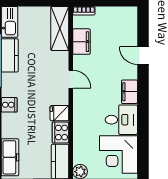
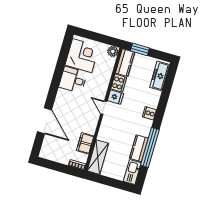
door: (143, 56) -> (44, 121), width x1.87
door: (71, 79) -> (104, 108), moved
filing cabinet: (129, 92) -> (61, 98), removed

